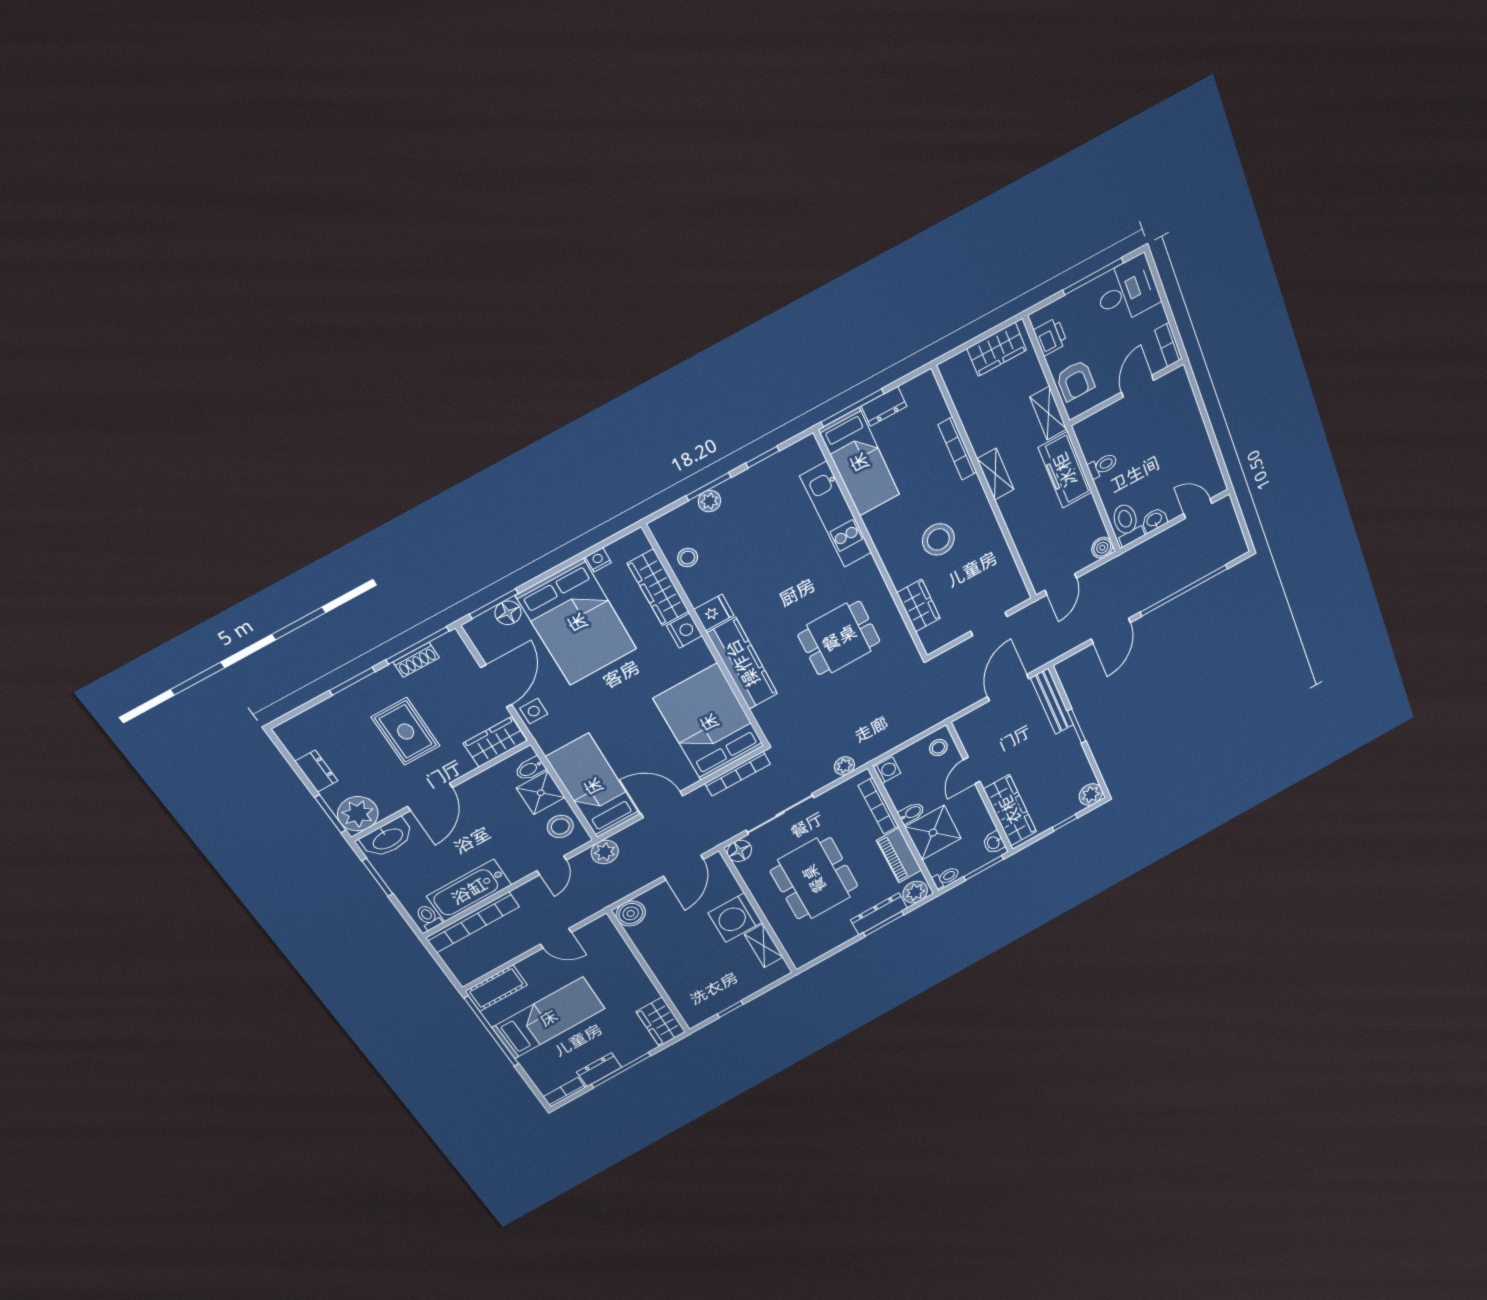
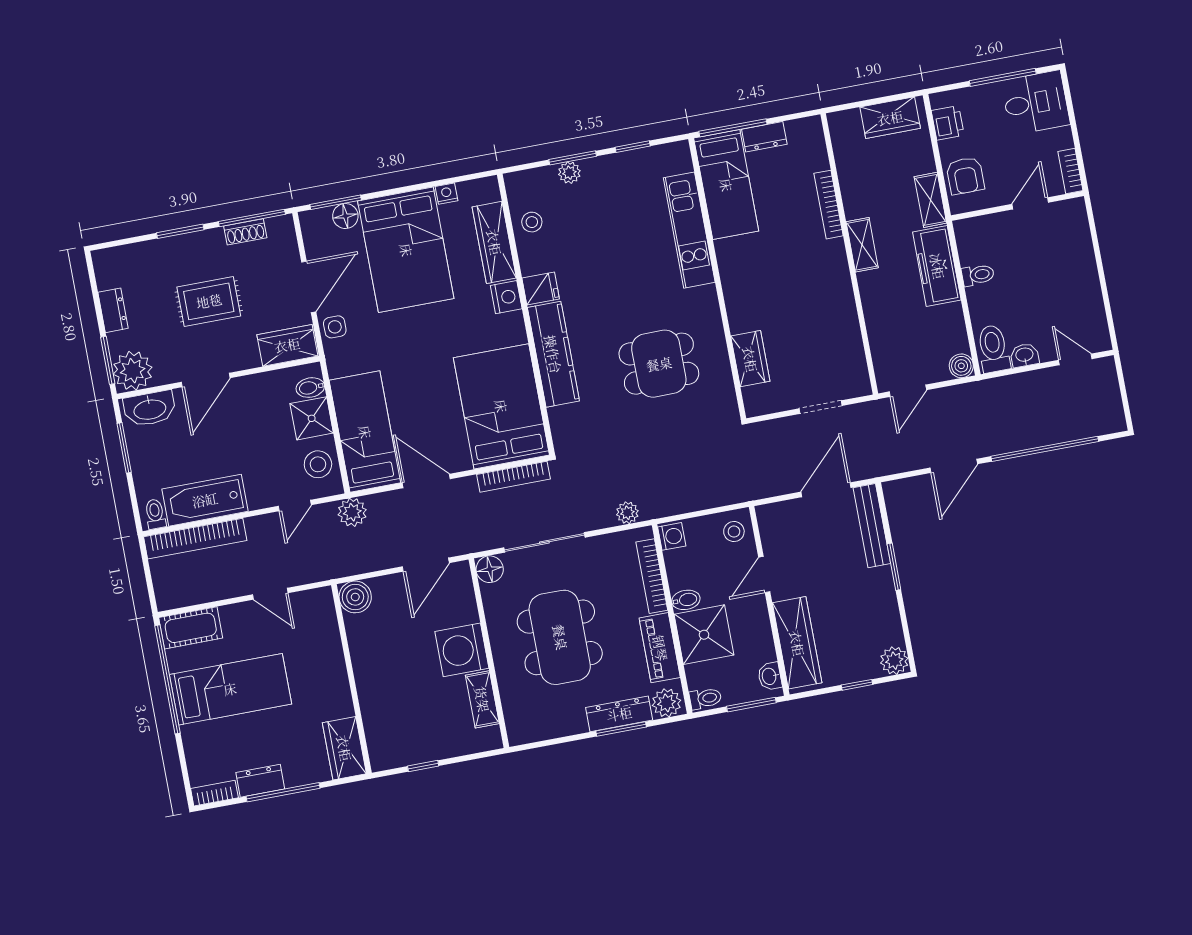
stool: (938, 539) -> (787, 294), removed
rug: (406, 731) -> (209, 301), turned 90

